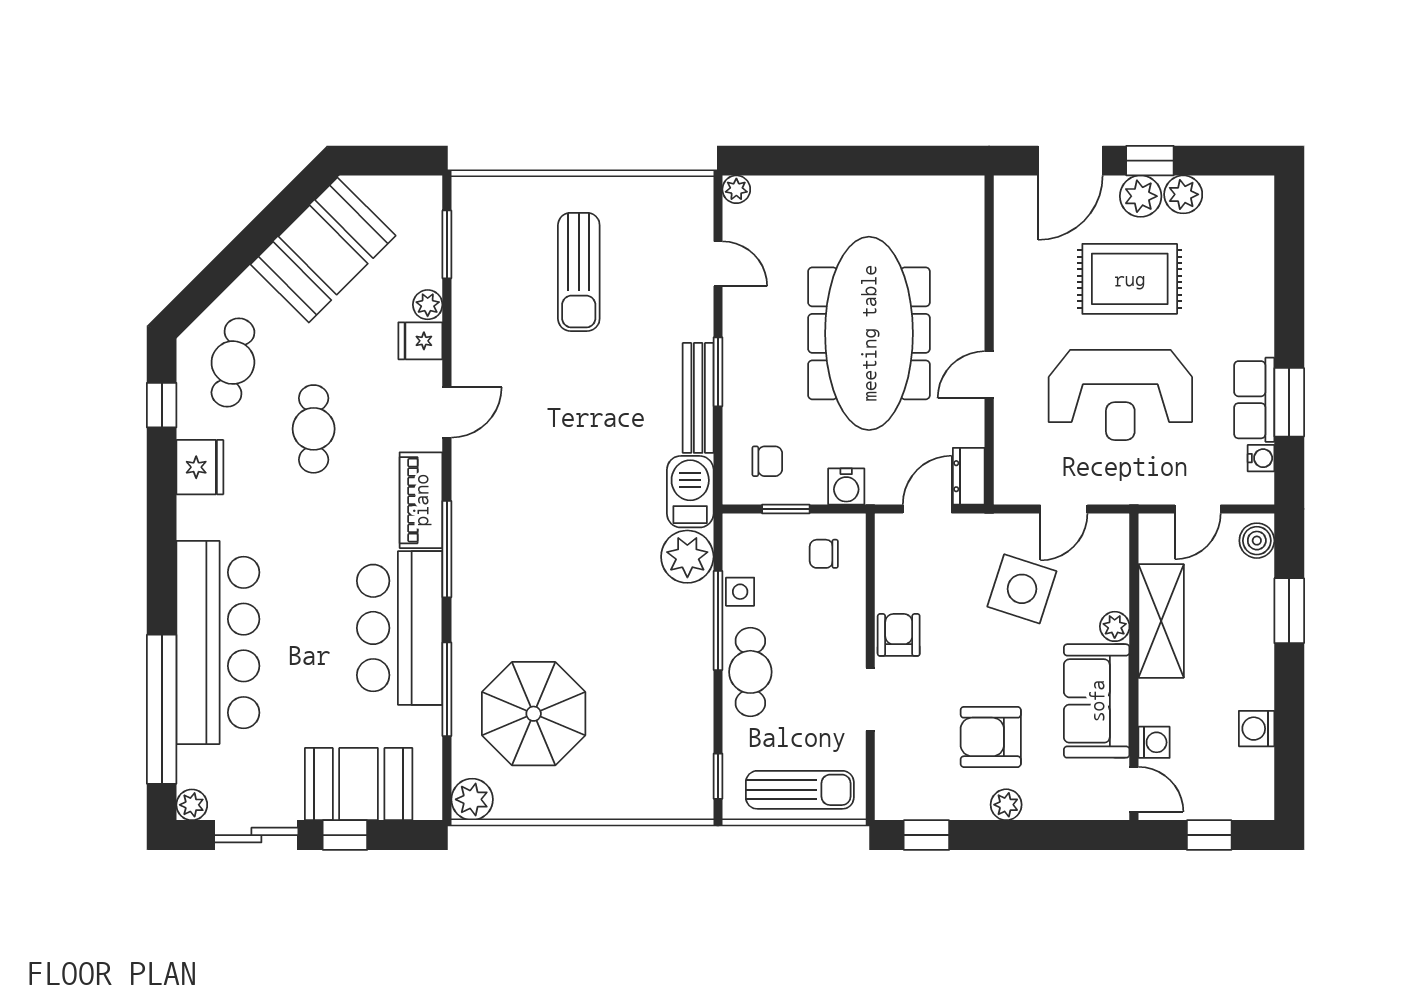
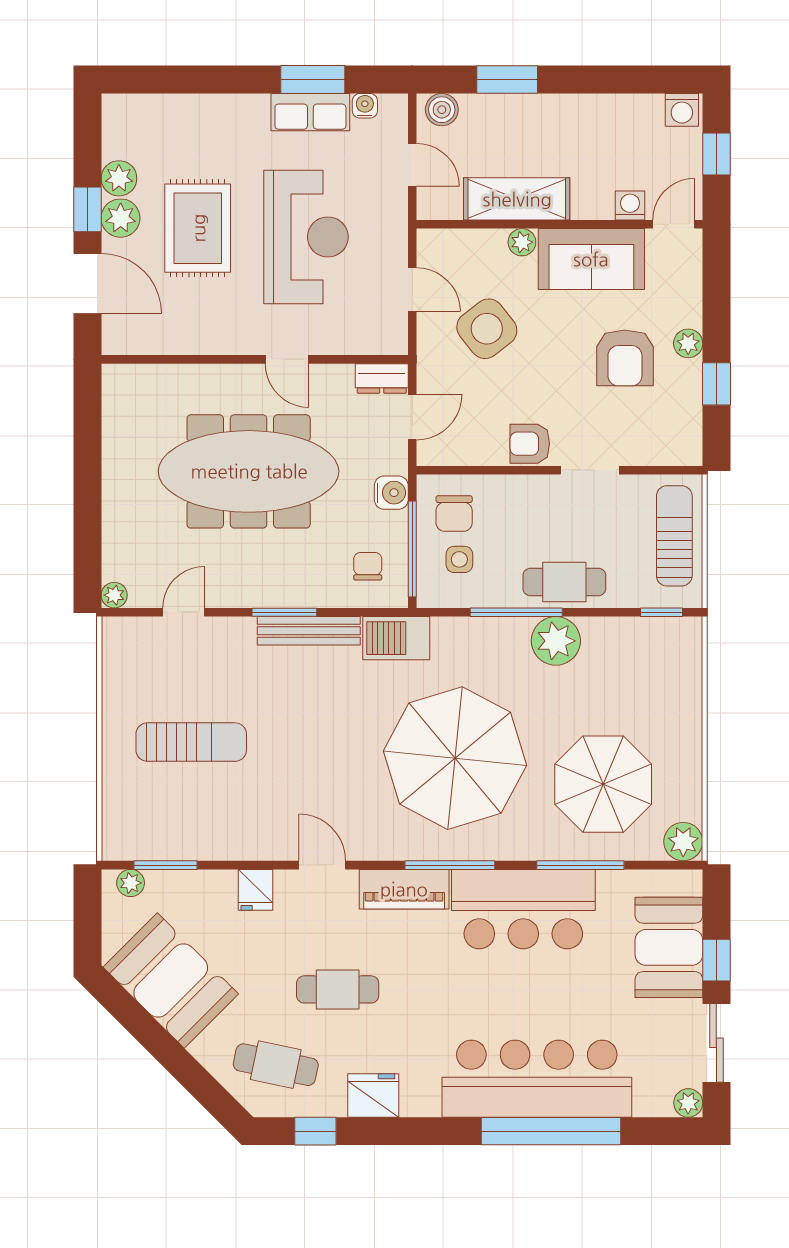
plant: (428, 305) -> (131, 883), moved
window: (786, 509) -> (412, 549), width x2.17
door: (927, 509) -> (412, 417), swing flipped
chair: (824, 554) -> (454, 514), width x1.37, depth x1.37
parasol: (562, 555) -> (455, 758), added
plant: (687, 557) -> (556, 641), moved
side table: (1022, 589) -> (487, 329), turned 34
side table: (740, 592) -> (459, 559), moved
window: (162, 709) -> (551, 1131), moved
washing machine: (1257, 729) -> (682, 110), moved
window: (926, 835) -> (716, 384), moved

